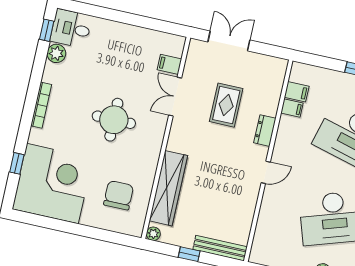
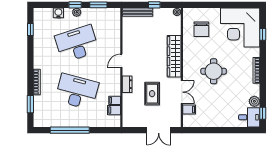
wardrobe: (168, 188) -> (174, 56), moved

